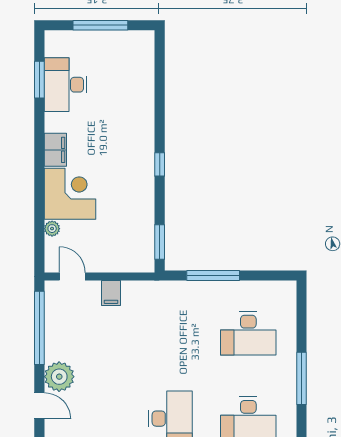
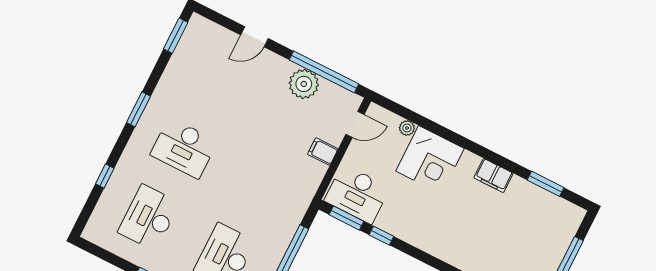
desk: (66, 85) -> (357, 194), moved, turned 180
filing cabinet: (55, 150) -> (494, 175), moved
window: (160, 164) -> (381, 236), moved
plant: (59, 377) -> (304, 84), moved

